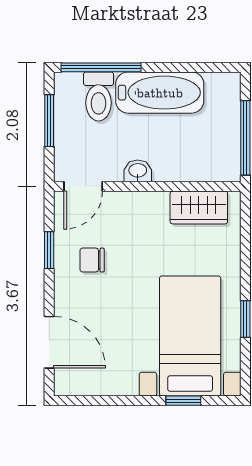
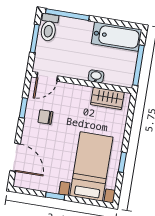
bathtub: (160, 93) -> (117, 37), moved
toilet: (98, 96) -> (49, 28), moved
washbasin: (138, 171) -> (96, 76), moved
window: (183, 401) -> (55, 196), moved

